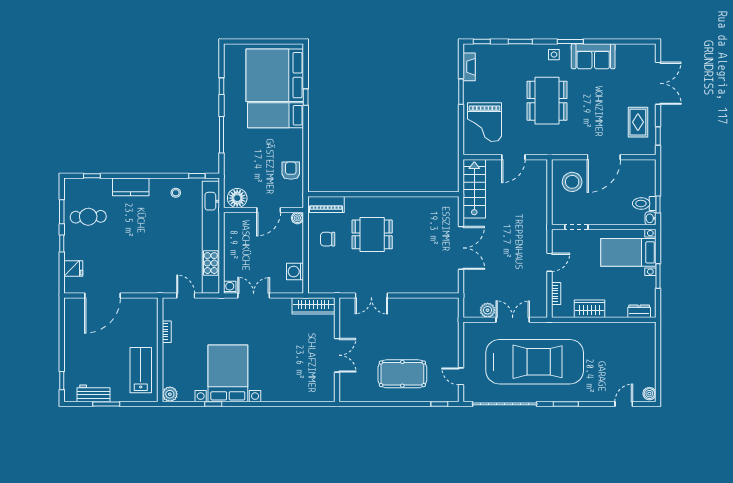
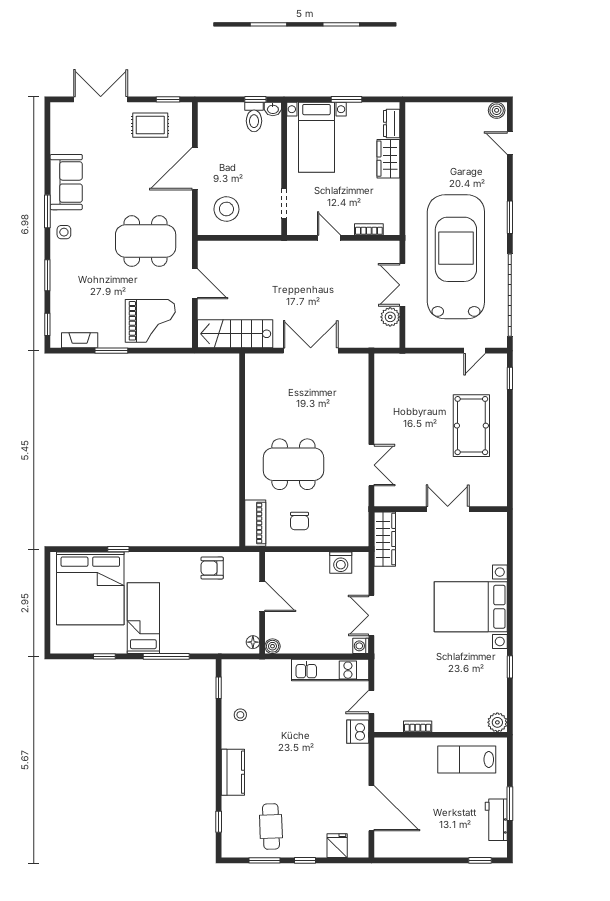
dining table: (547, 101) -> (146, 241), moved
bed: (276, 115) -> (143, 618), moved, turned 180
door: (604, 157) -> (195, 169), swing flipped
floor lamp: (237, 198) -> (253, 642), width x0.53, depth x0.53
boiler: (297, 218) -> (272, 646), moved
dining table: (372, 234) -> (293, 464), width x1.37
kitchen unit: (211, 237) -> (330, 670), width x0.54
dishwasher: (163, 285) -> (358, 732), added
wardrobe: (589, 309) -> (388, 159), moved
bed with nightstands: (228, 373) -> (471, 607), moved

